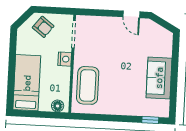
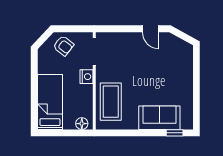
sofa: (159, 78) -> (159, 118), moved, turned 90

